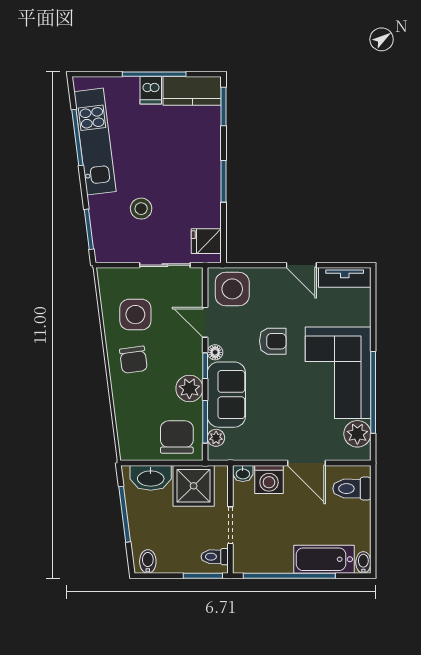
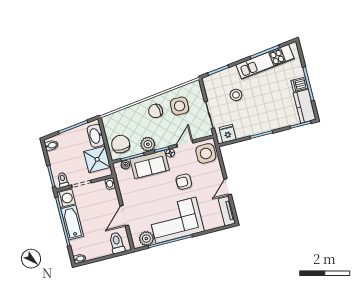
armchair: (273, 341) -> (184, 182), turned 90
chair: (177, 437) -> (121, 144), turned -90
washing machine: (269, 479) -> (66, 198), moved, turned 180
bathtub: (324, 559) -> (72, 223), moved

